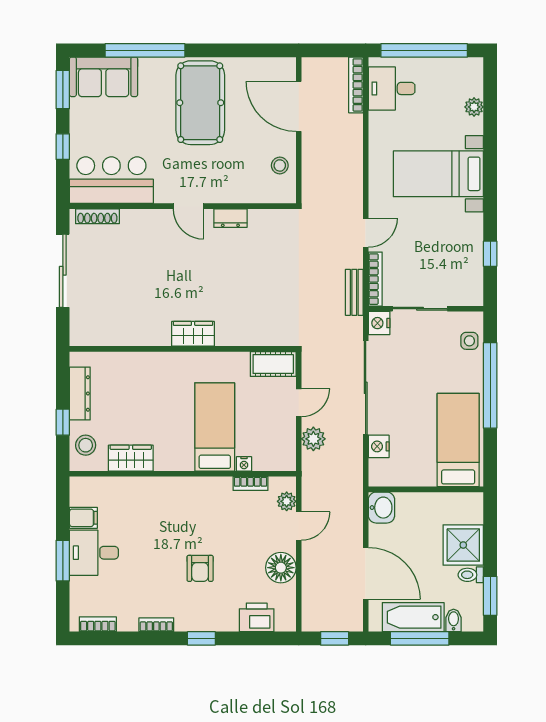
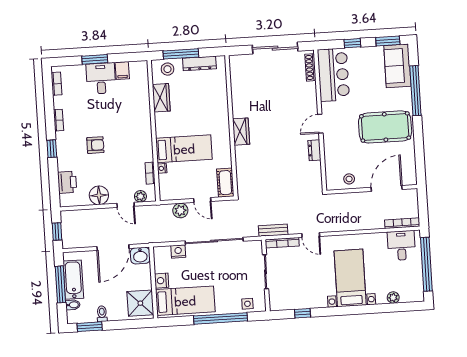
nightstand: (379, 323) -> (162, 281), moved, turned -90
window: (63, 422) -> (181, 54), width x2.17
shower: (463, 545) -> (140, 303), moved
armchair: (200, 568) -> (95, 145), turned 180
door: (366, 574) -> (113, 247), moved

